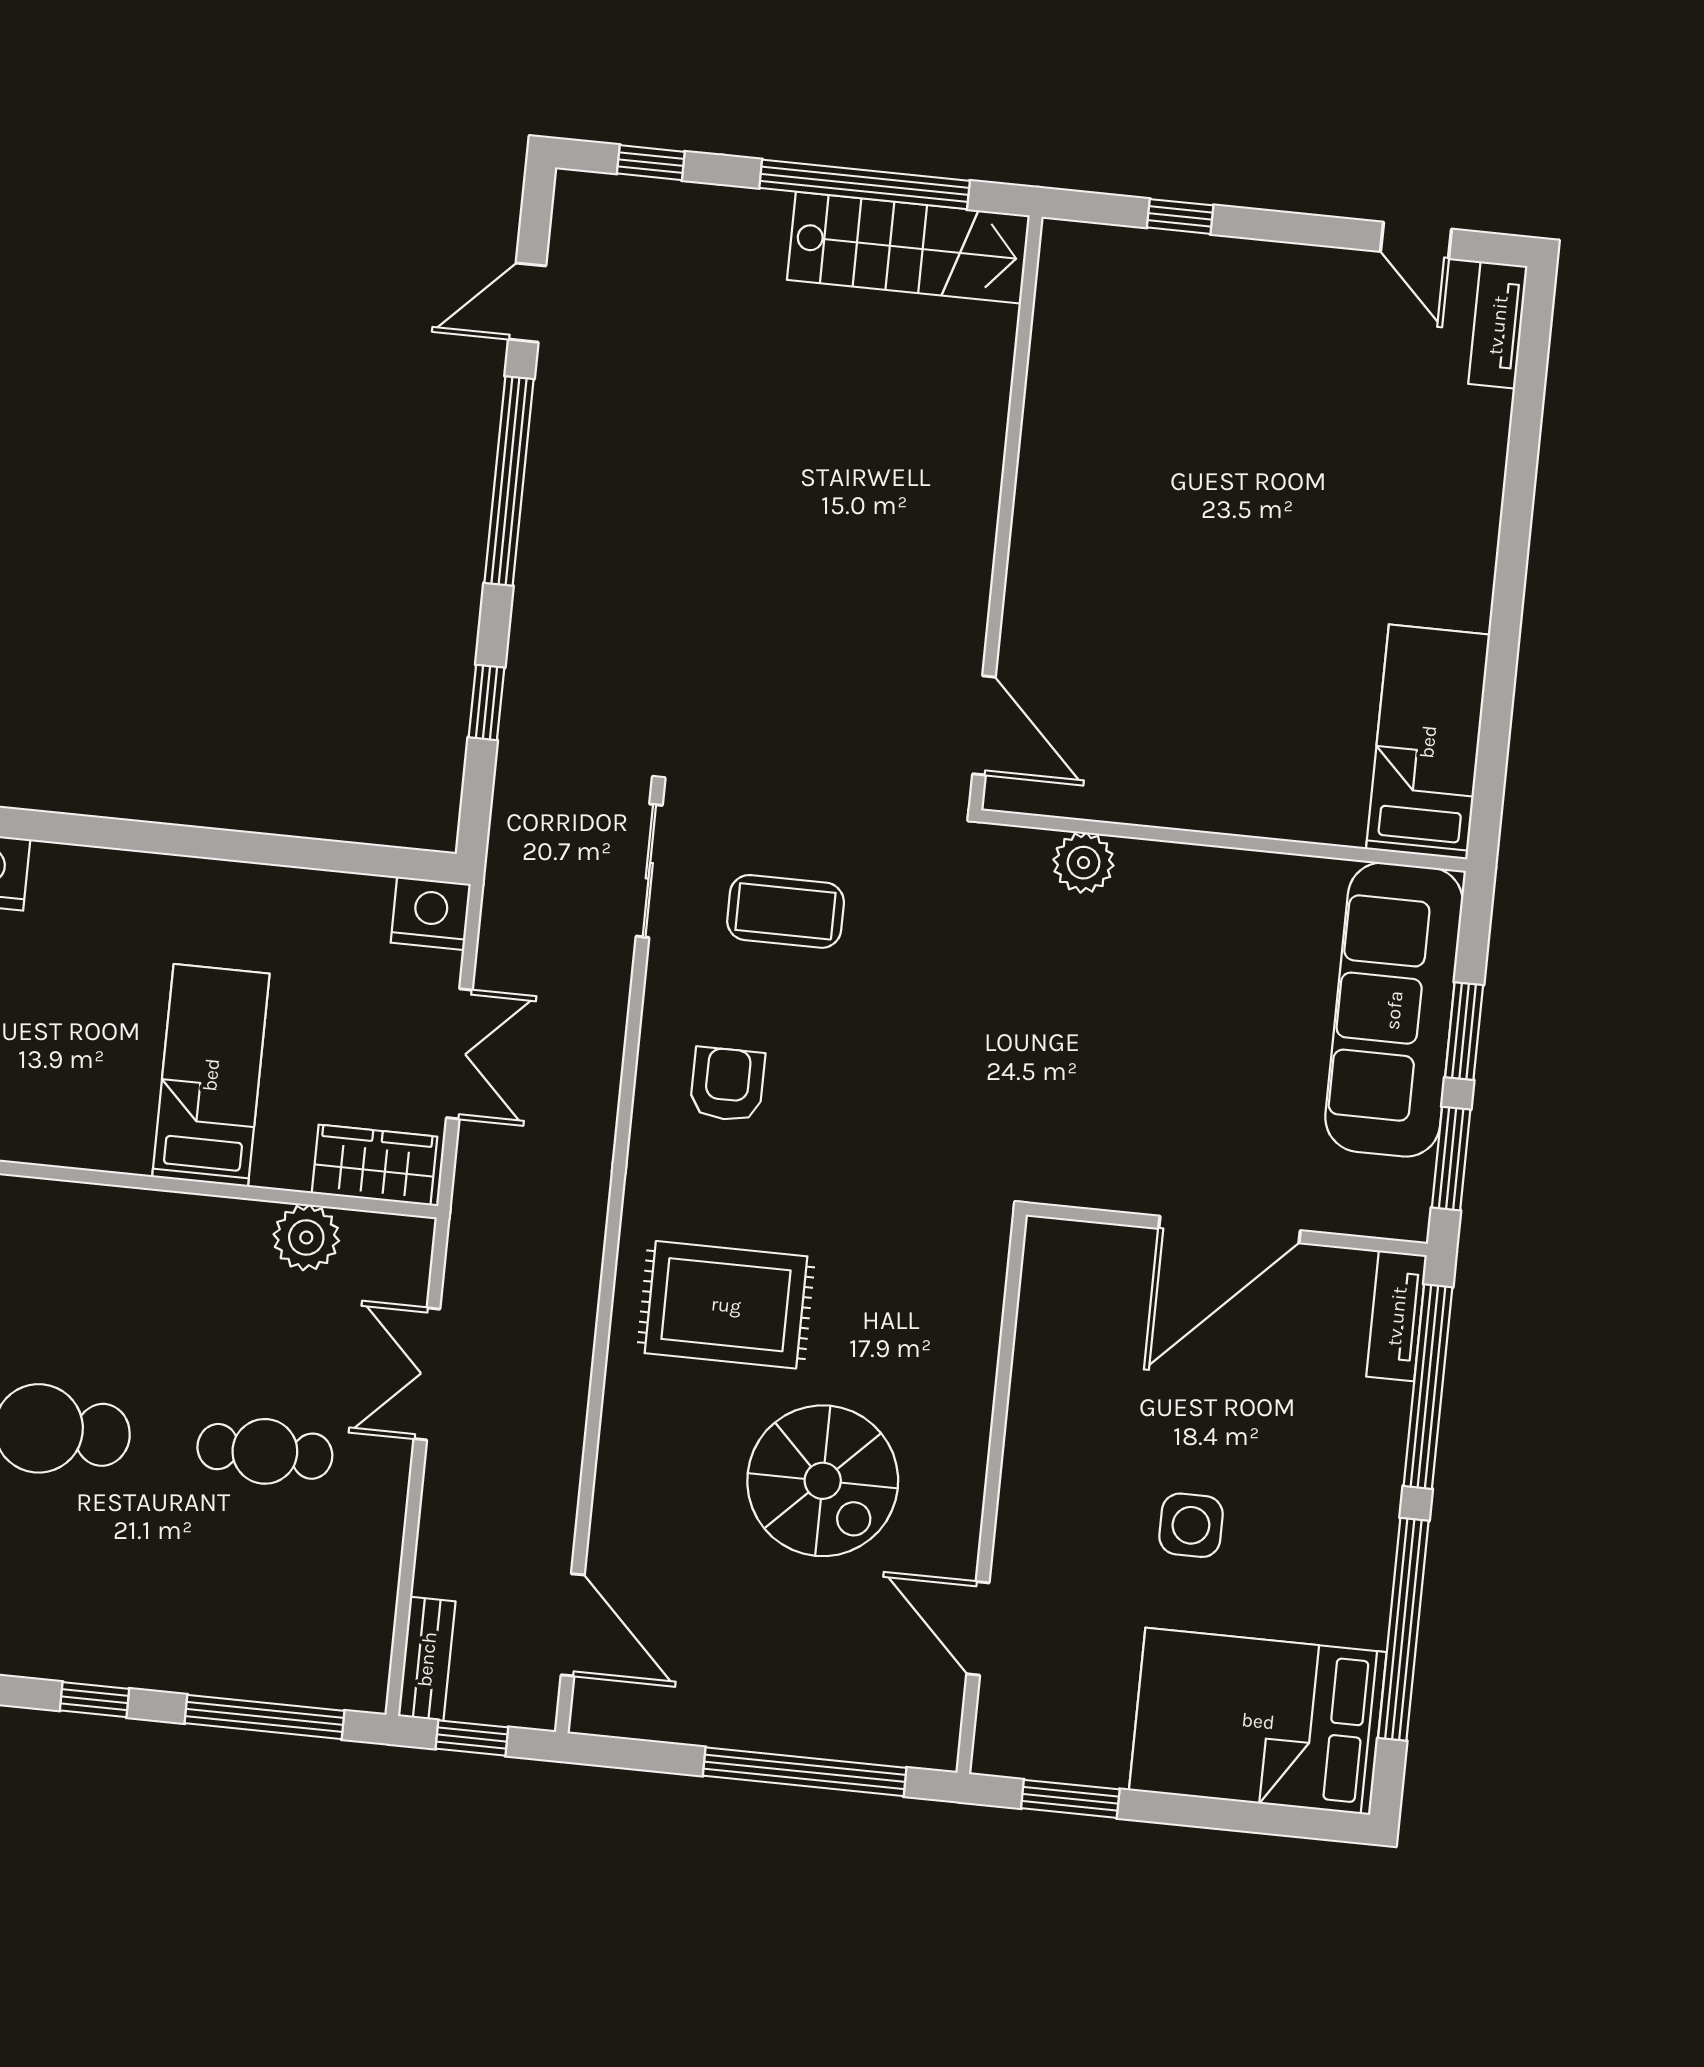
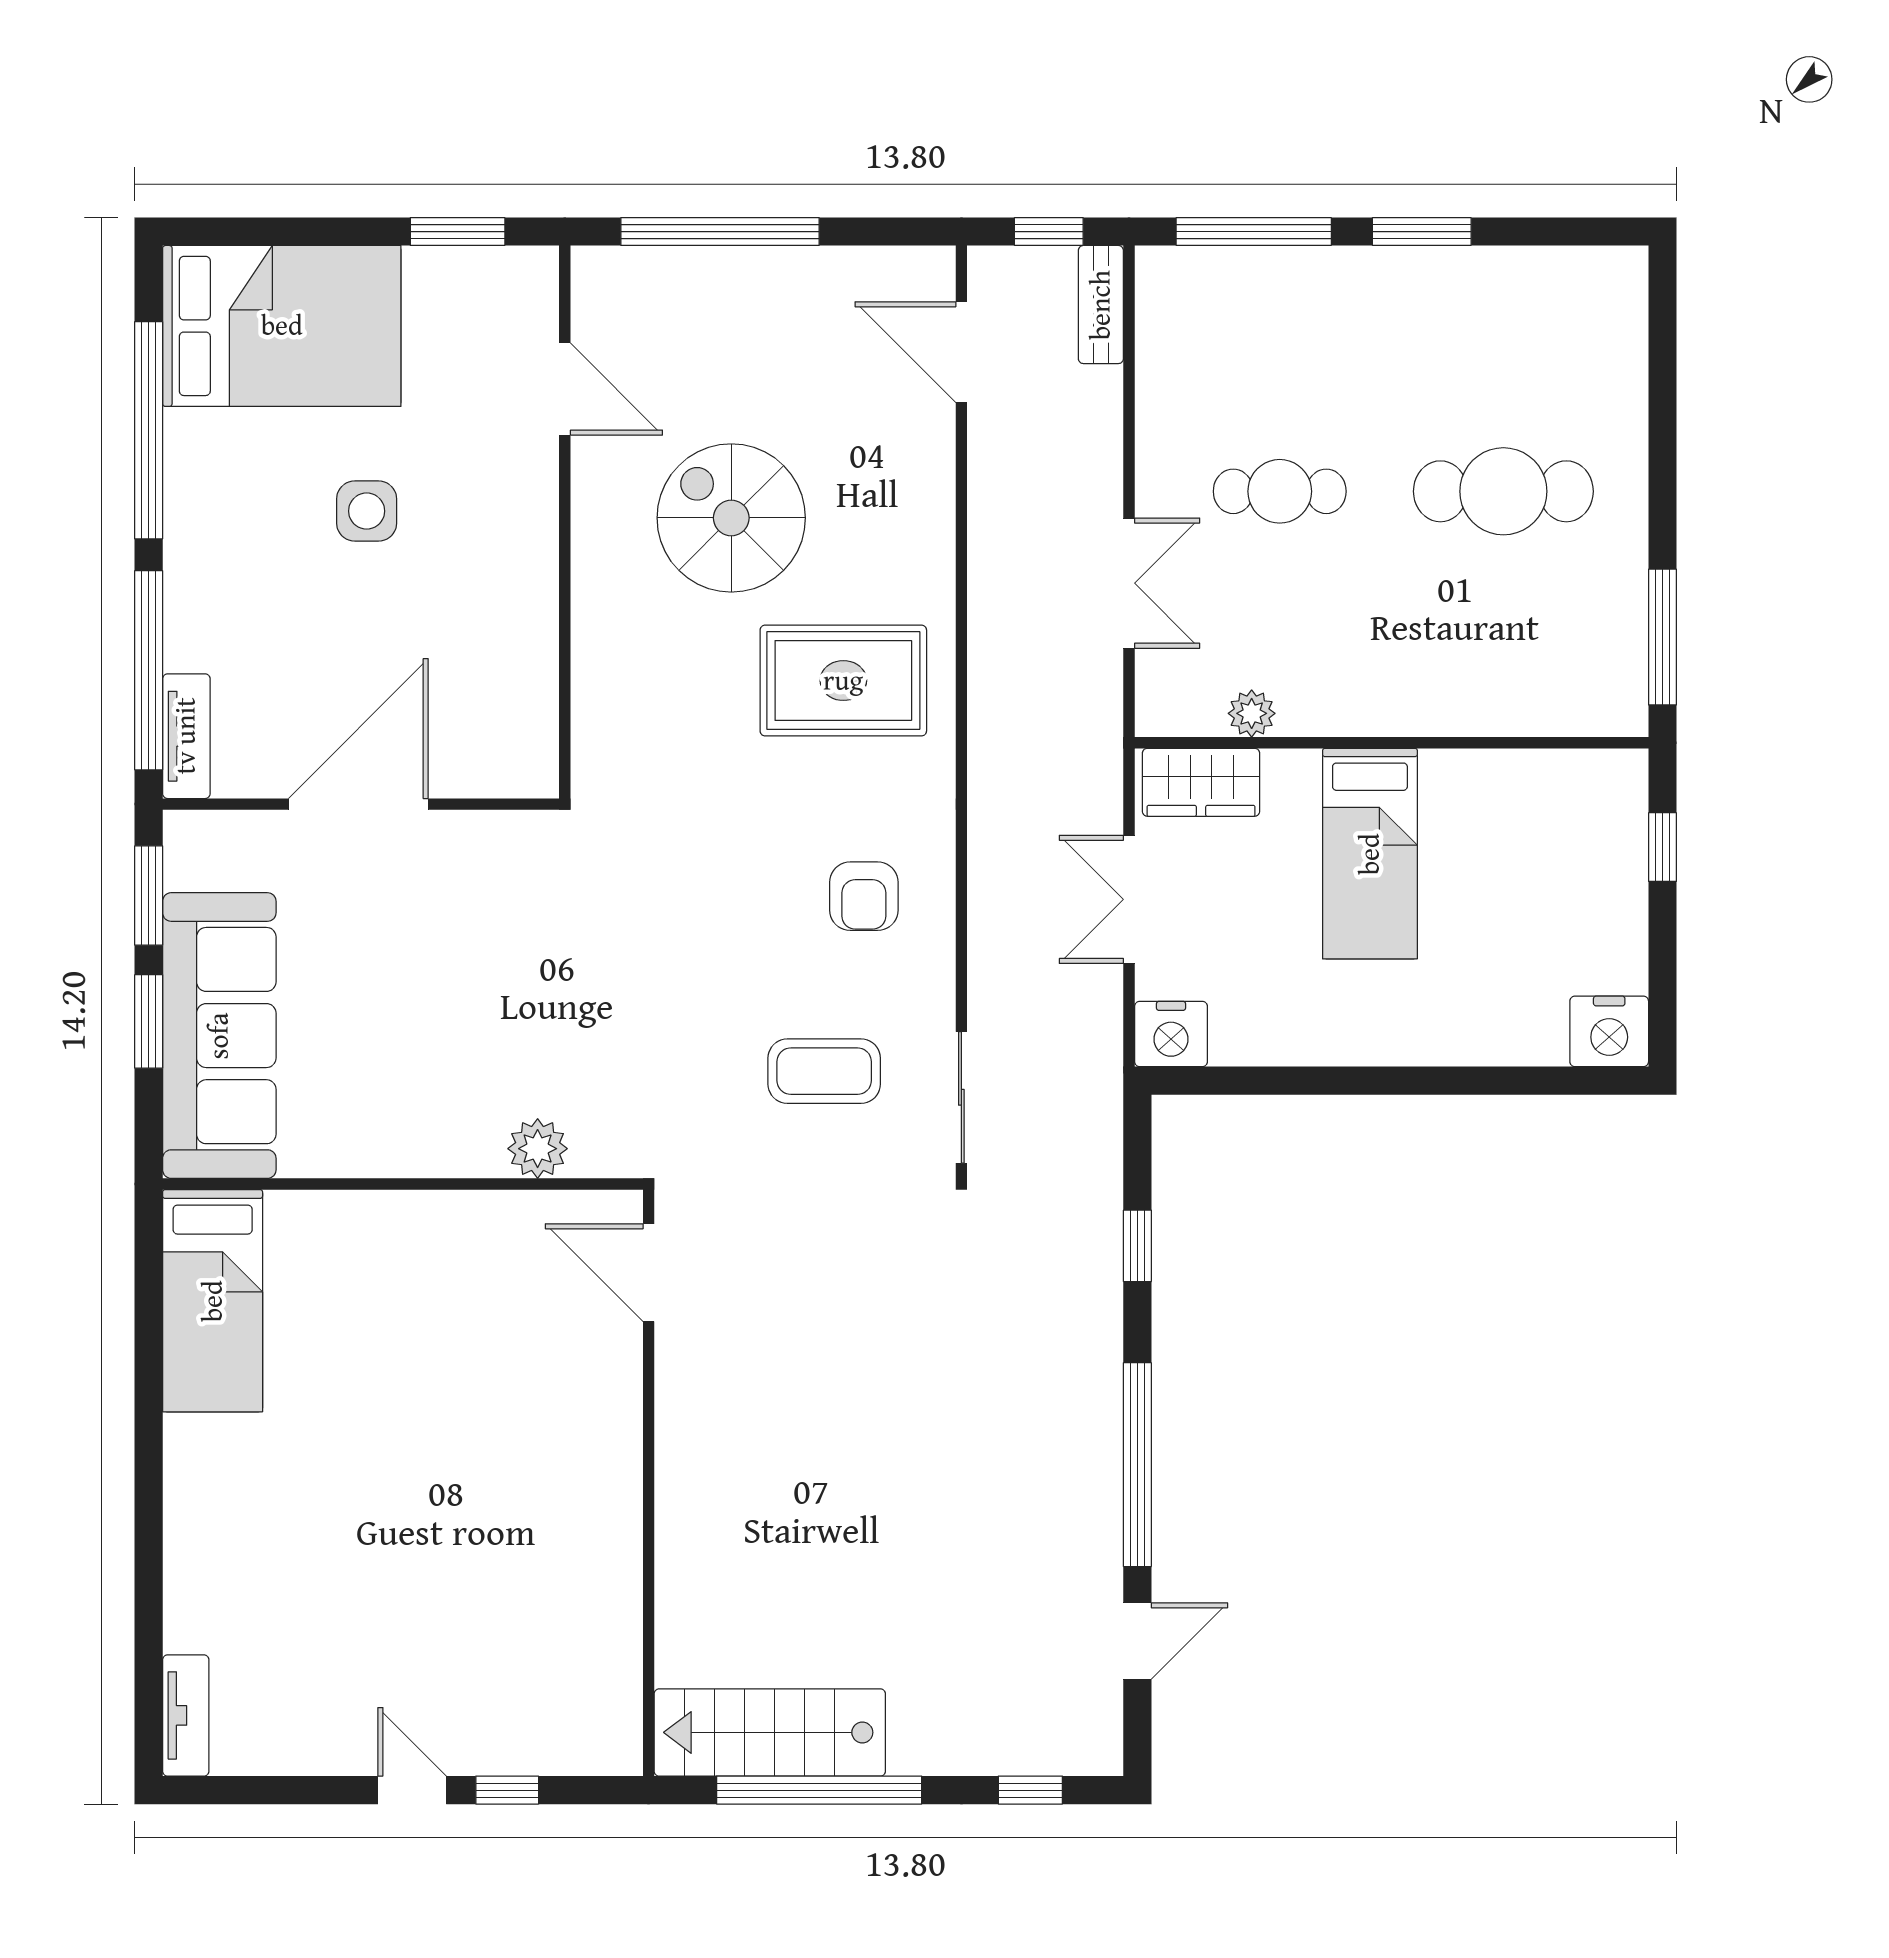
door: (1416, 240) -> (412, 1790), moved
plant: (306, 1237) -> (1252, 713), width x0.73, depth x0.73
window: (94, 1700) -> (1422, 232), width x1.50

